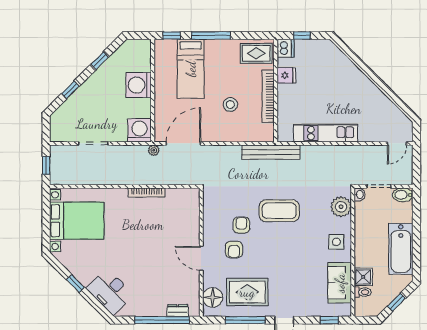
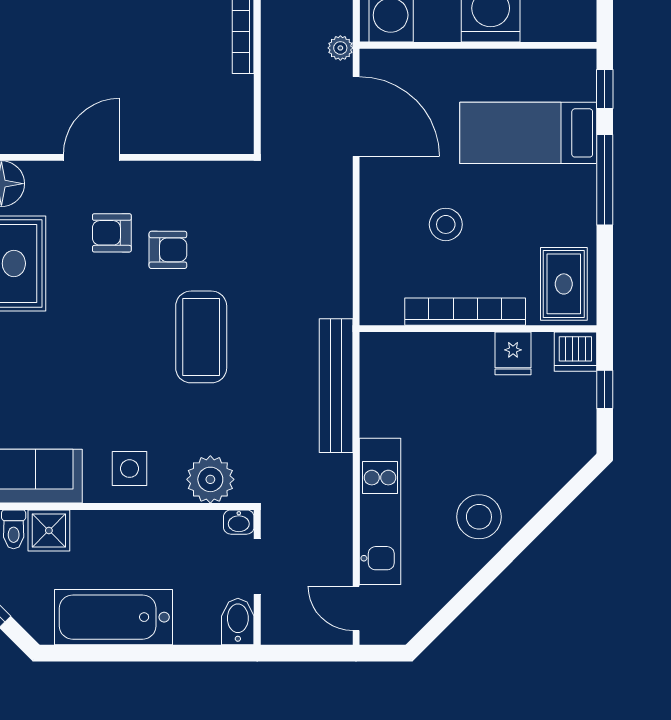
stool: (357, 90) -> (479, 517), added
kitchen unit: (326, 133) -> (380, 511), moved
bench: (271, 152) -> (336, 386), moved

